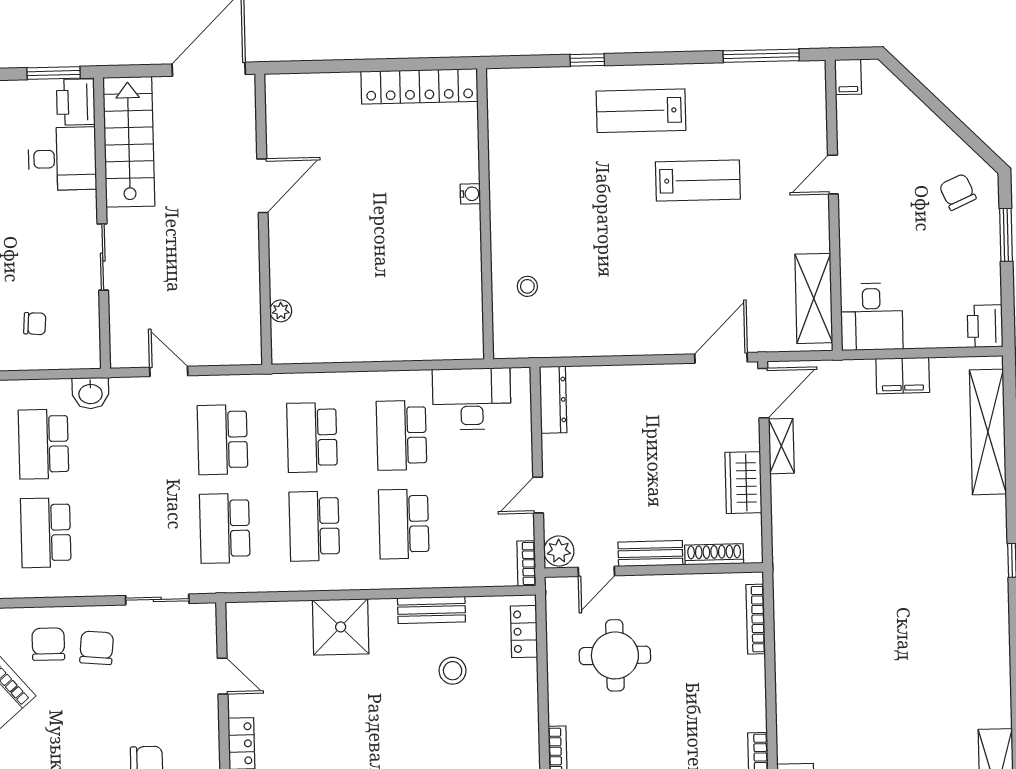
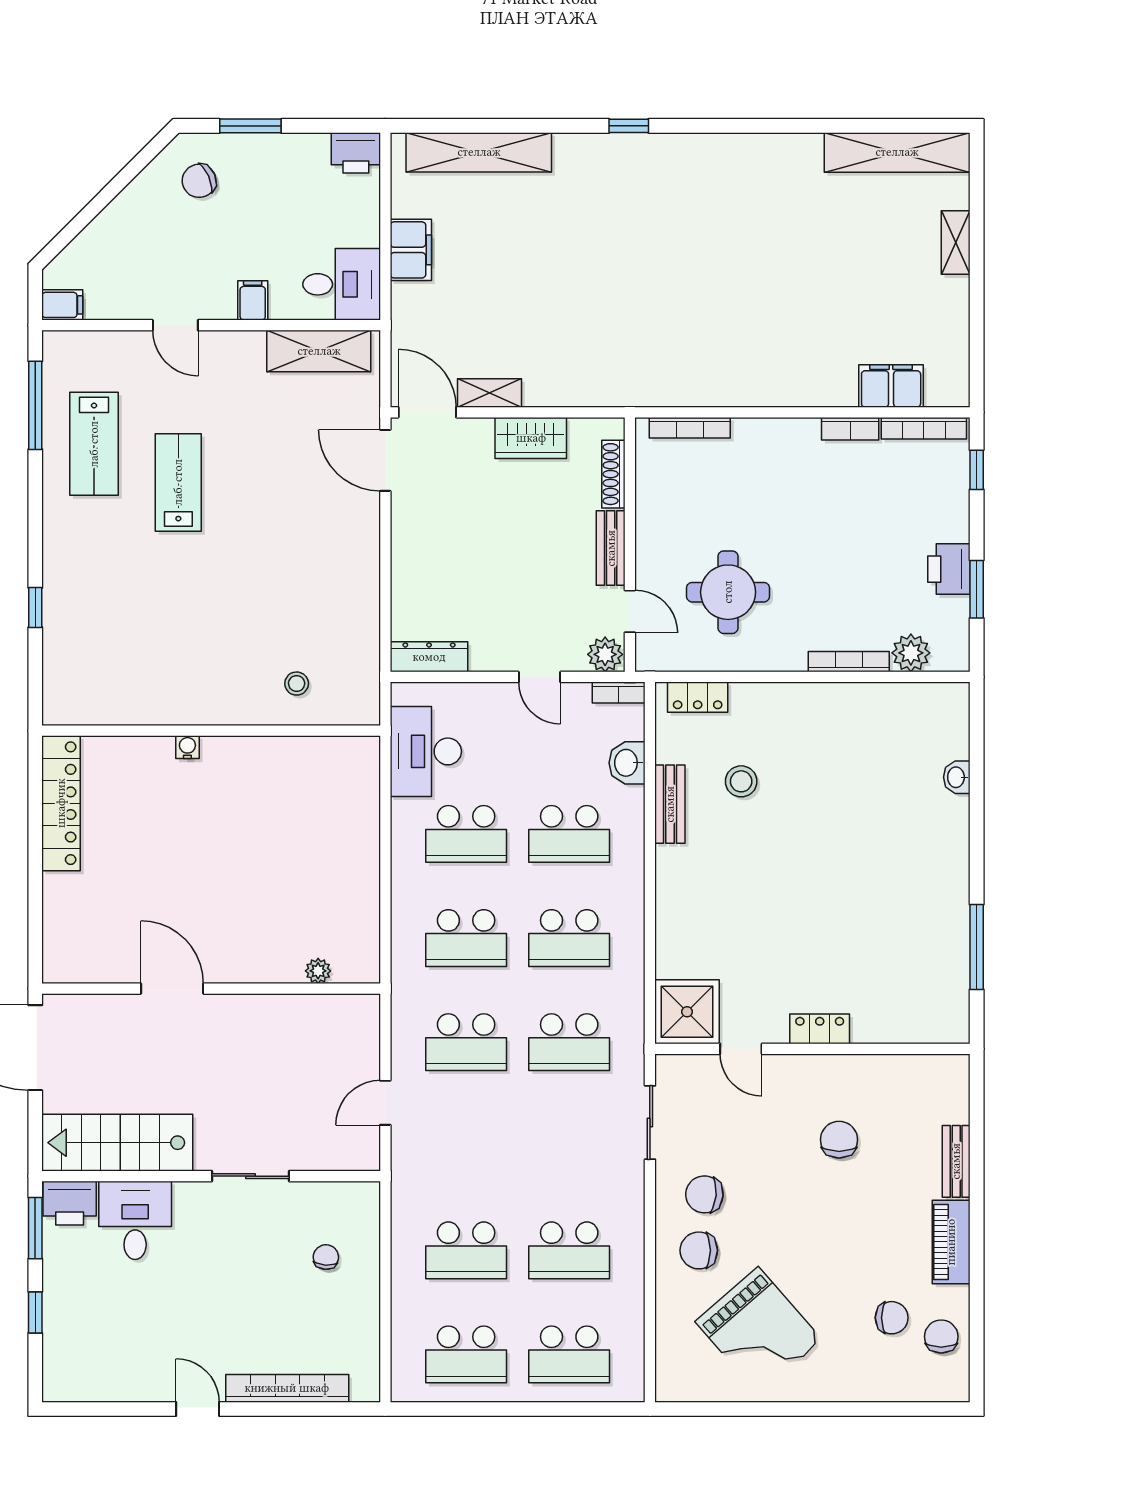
lab bench: (641, 111) -> (94, 444), moved
filing cabinet: (856, 241) -> (253, 300), added
washbasin: (91, 393) -> (627, 763), moved, turned 180
shower: (341, 627) -> (687, 1012), moved
door: (223, 676) -> (741, 1049), swing flipped

